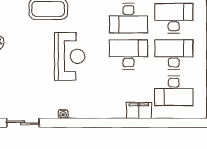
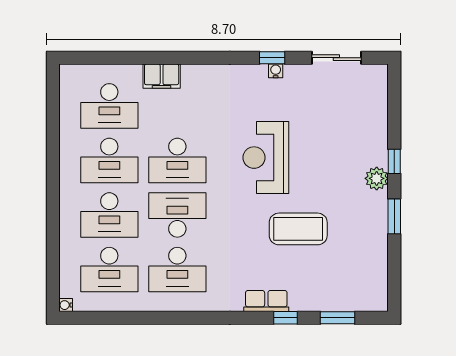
desk: (174, 91) -> (109, 106), turned 180
window: (66, 123) -> (272, 58), added

